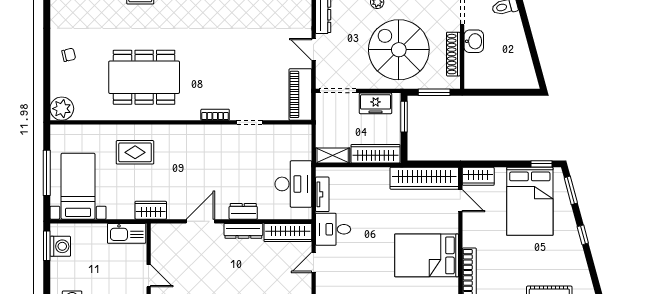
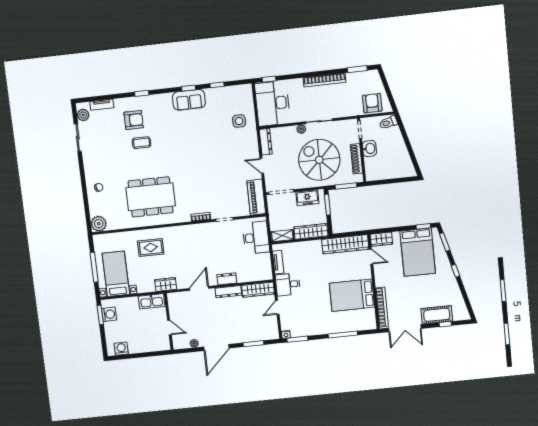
desk: (293, 184) -> (256, 238), moved

